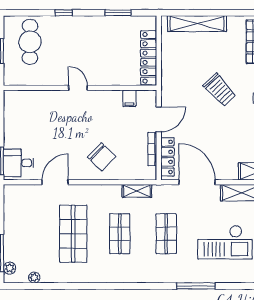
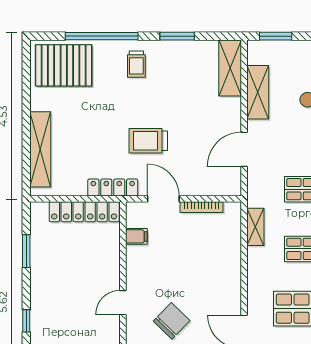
trolley: (220, 90) -> (148, 141), moved, turned -137
chair: (102, 157) -> (172, 321), moved
locker: (167, 157) -> (113, 187), moved
door: (197, 182) -> (244, 149), width x0.73

